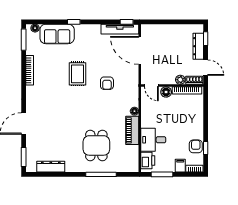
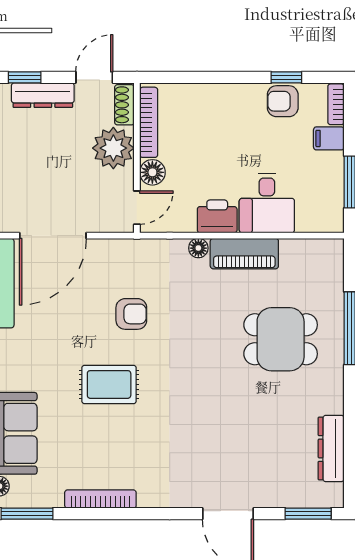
plant: (180, 80) -> (113, 148), width x1.87, depth x1.87
printer: (148, 161) -> (217, 216), moved

